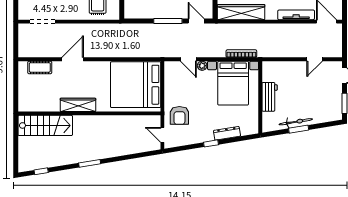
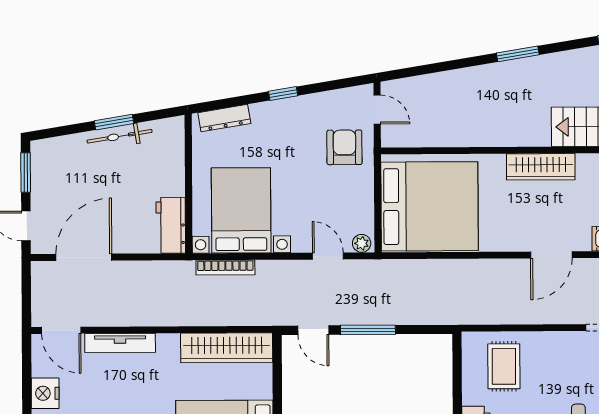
door: (315, 59) -> (84, 257), width x1.87
plant: (202, 66) -> (362, 243), moved
workbench: (270, 97) -> (171, 225), moved
dresser: (227, 133) -> (224, 118), moved

